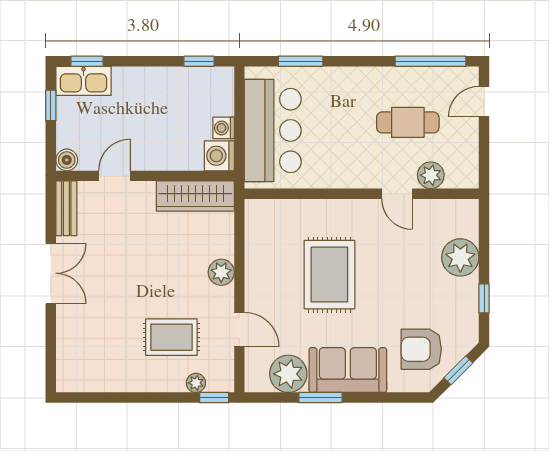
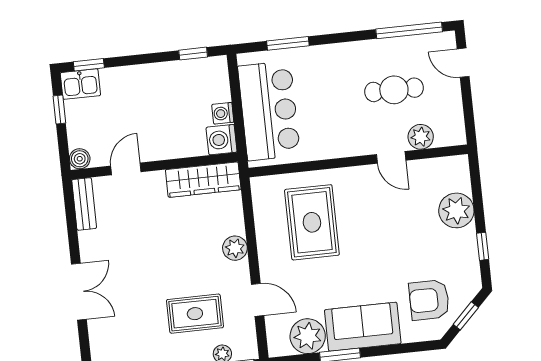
kitchen sink: (84, 81) -> (80, 84), width x0.73
door: (484, 102) -> (463, 63), hinge flipped
double door: (51, 273) -> (79, 292), moved
rug: (329, 275) -> (312, 222), moved

